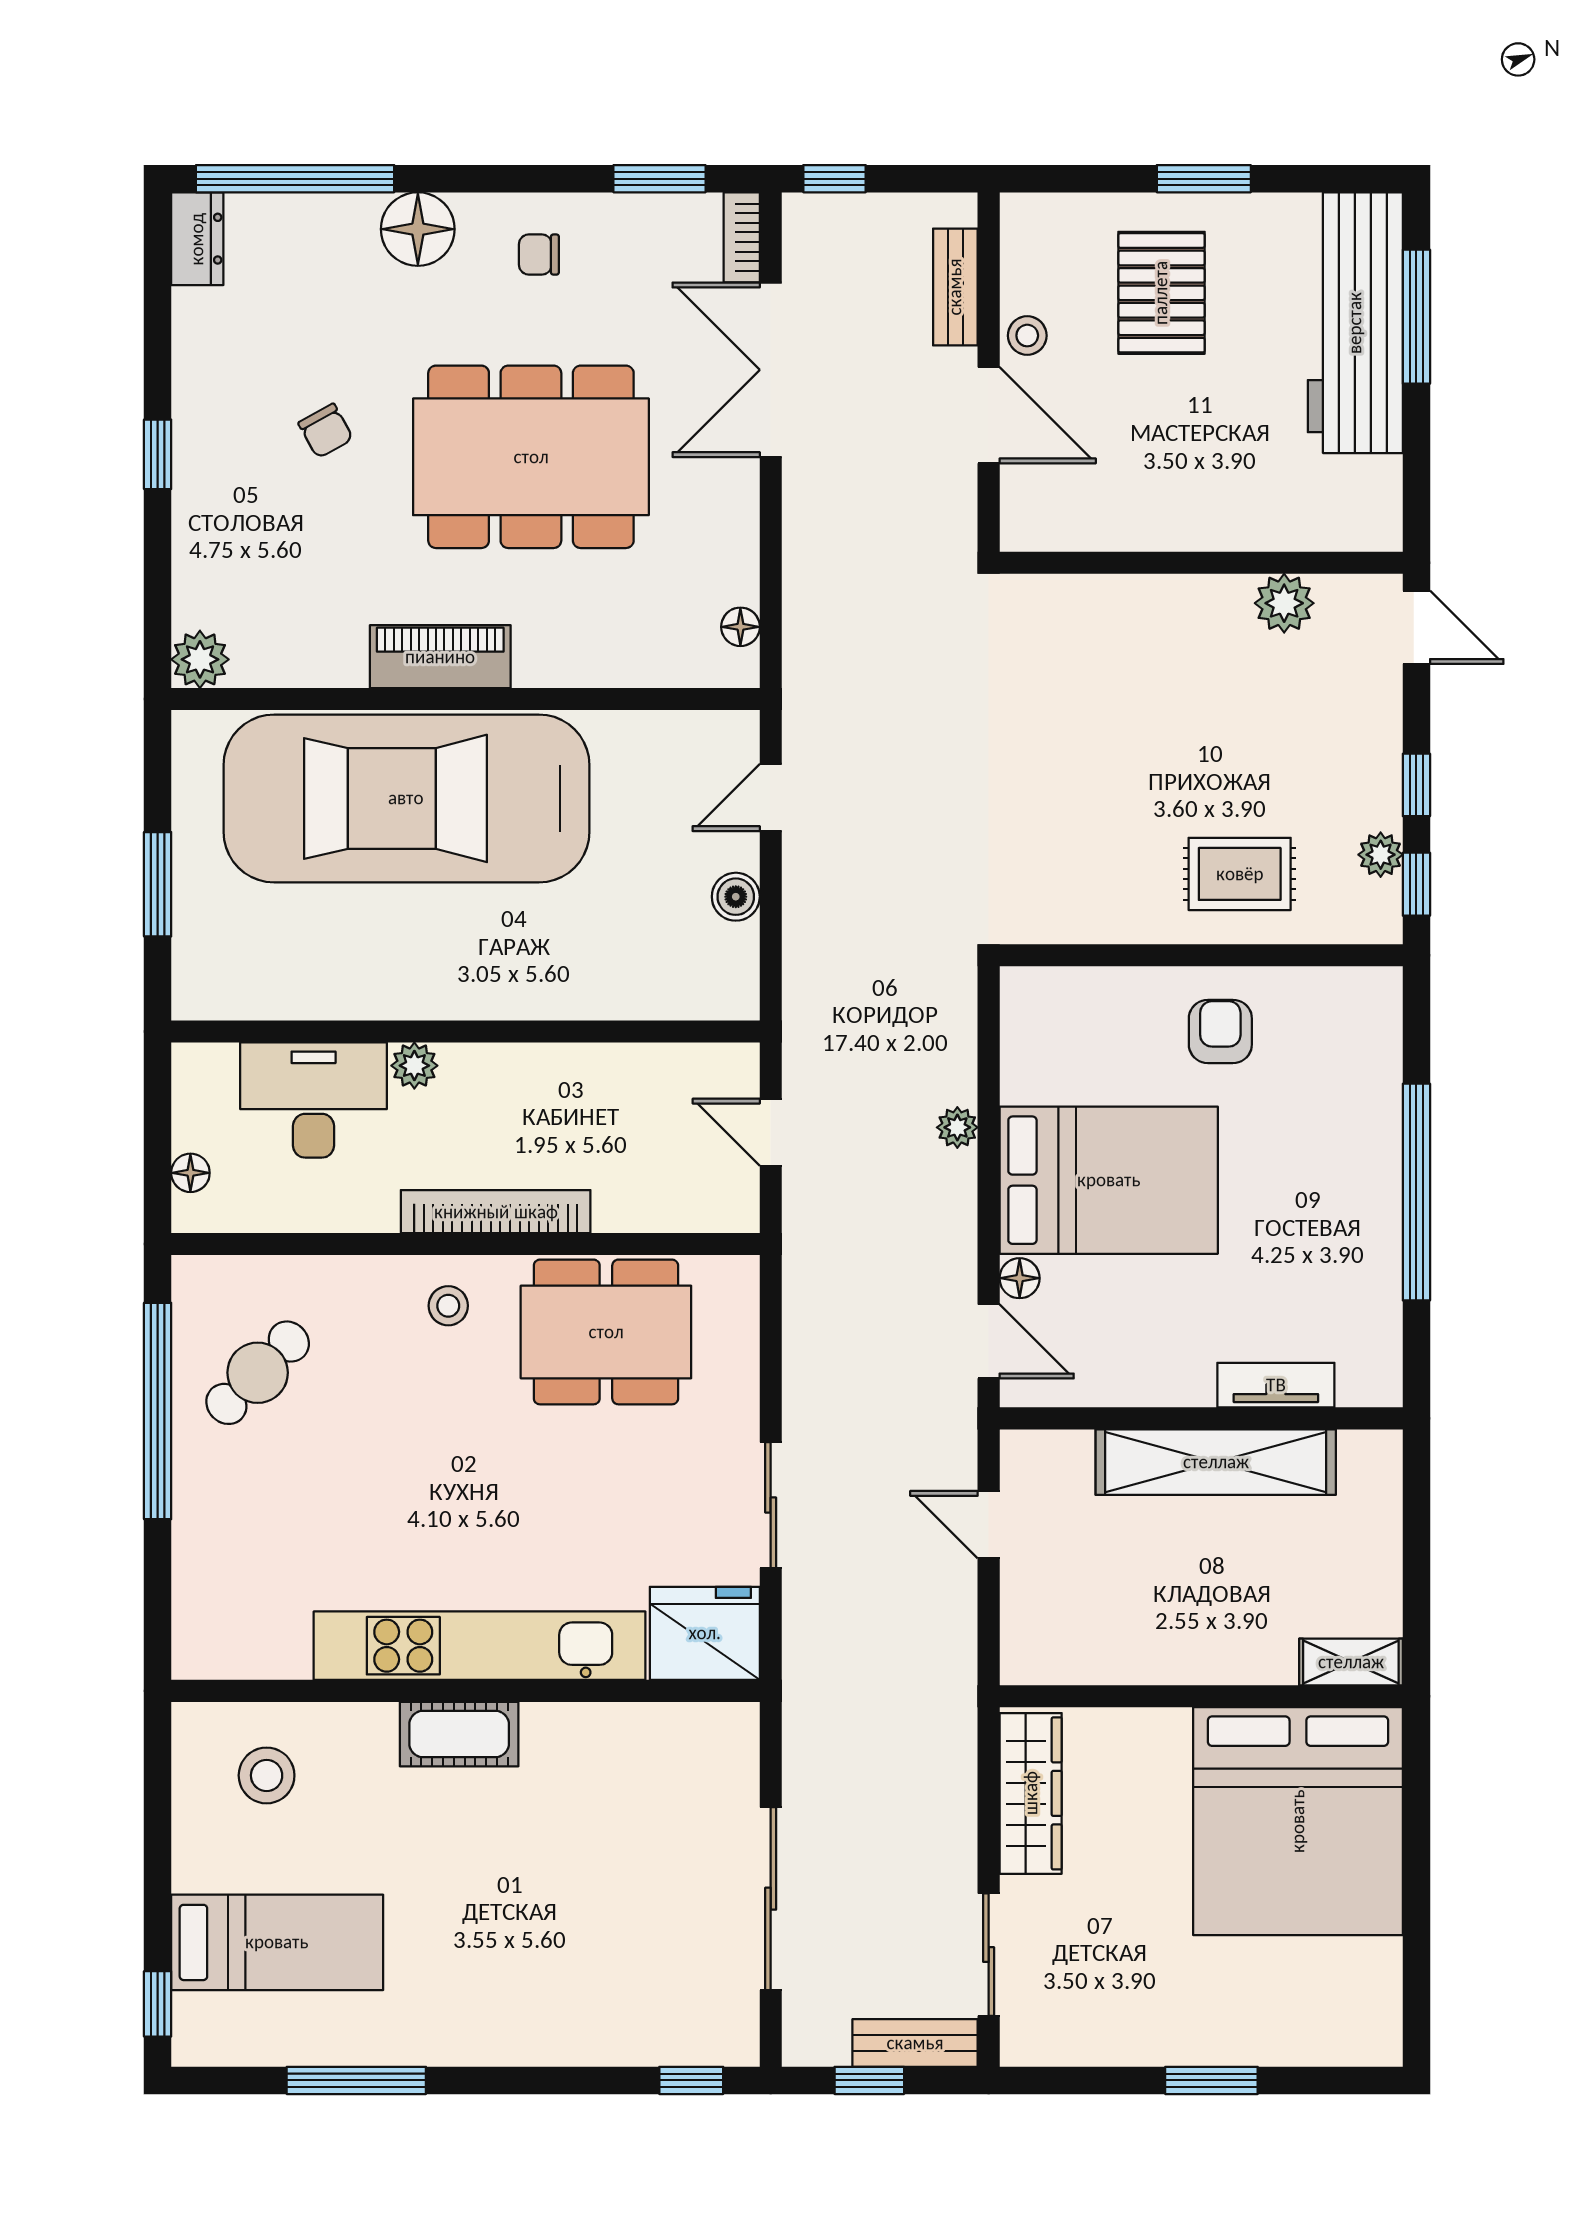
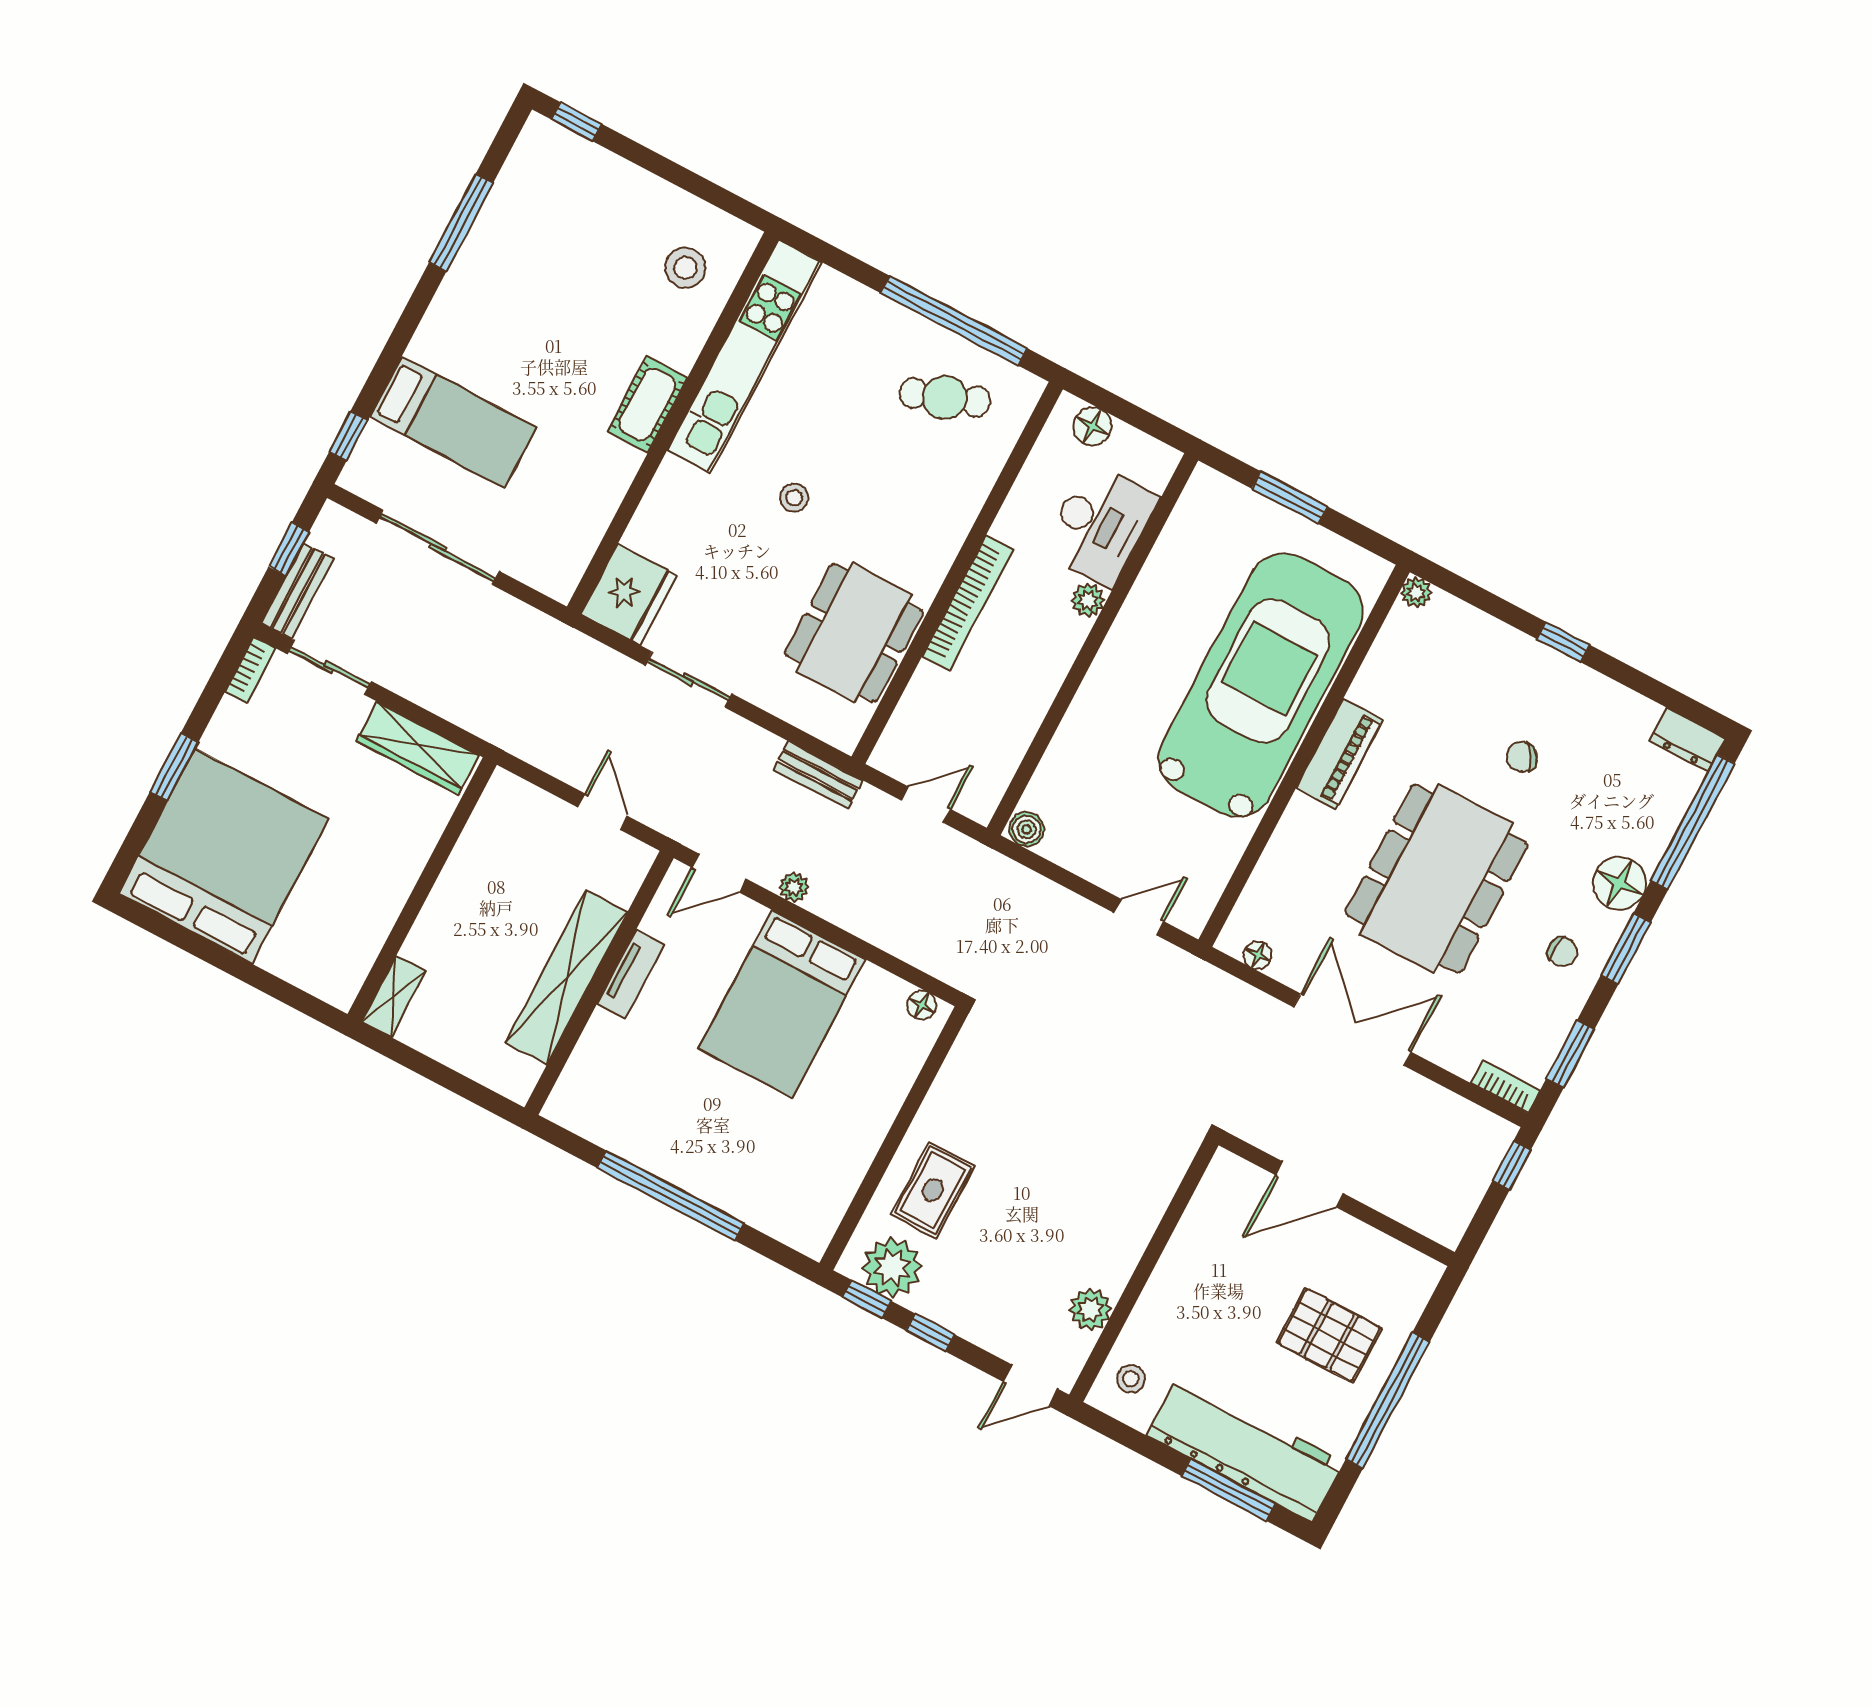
window: (494, 179) -> (1626, 949), added
window: (1204, 179) -> (1388, 1401), width x2.11
chair: (539, 255) -> (1562, 952), turned 97
bench: (955, 287) -> (818, 775), moved
stool: (1027, 336) -> (1131, 1379), moved
double door: (771, 370) -> (1352, 1030), moved
plant: (200, 659) -> (1416, 592), width x0.73, depth x0.73
door: (771, 797) -> (1139, 917), hinge flipped
plant: (1381, 855) -> (892, 1267), width x1.88, depth x1.88
boiler: (736, 897) -> (1027, 829), moved
armchair: (1220, 1031) -> (839, 1125), removed
plant: (957, 1127) -> (794, 887), moved
floor lamp: (190, 1173) -> (1092, 426), width x1.37, depth x1.37
floor lamp: (1020, 1278) -> (922, 1005), moved
stool: (448, 1306) -> (794, 498), moved
cafe table: (258, 1373) -> (945, 397), turned -65
tv unit: (1276, 1385) -> (631, 974), moved
door: (989, 1525) -> (603, 812), hinge flipped
kitchen unit: (480, 1646) -> (744, 356), moved
bed: (1298, 1821) -> (223, 856), moved, turned 90
bed: (277, 1942) -> (453, 422), moved, turned -90
bookcase: (1043, 2050) -> (250, 670), added

